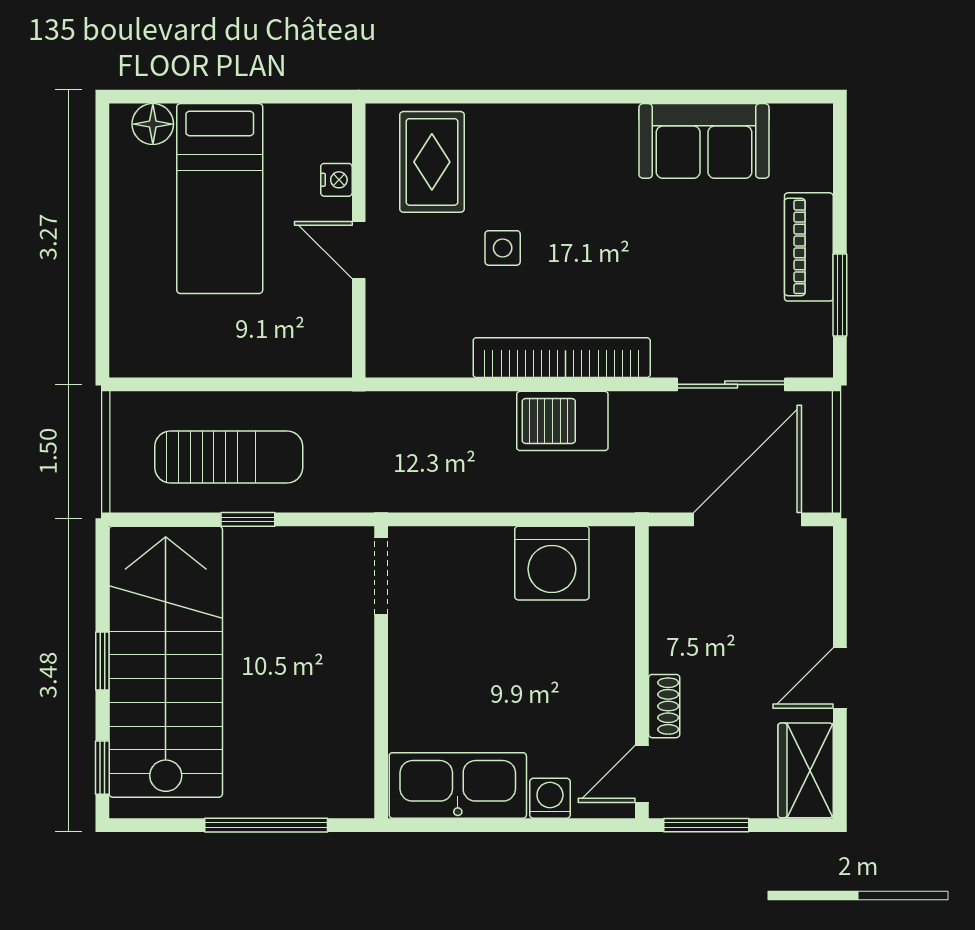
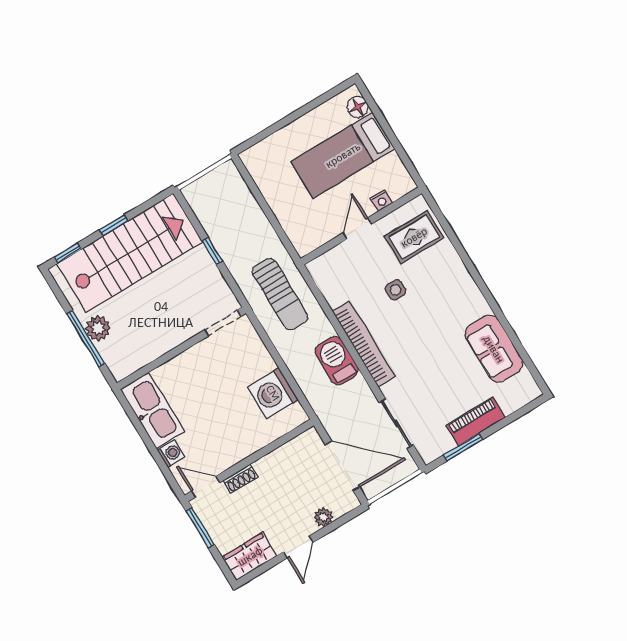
sun lounger: (229, 457) -> (280, 294), moved
plant: (815, 604) -> (323, 517), added
door: (840, 678) -> (298, 547), swing flipped
plant: (262, 793) -> (98, 328), added

